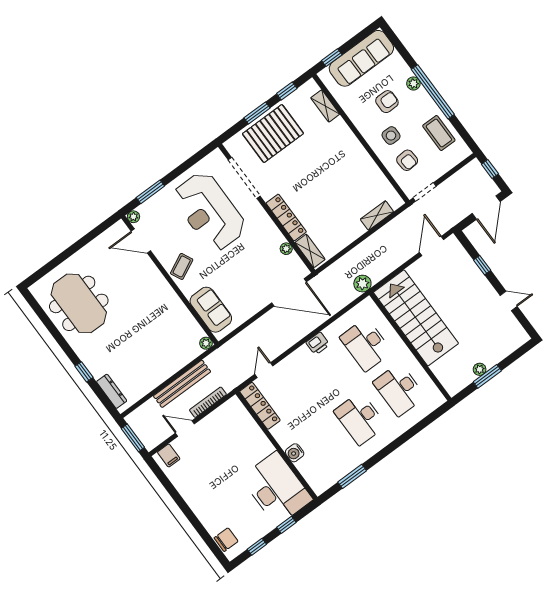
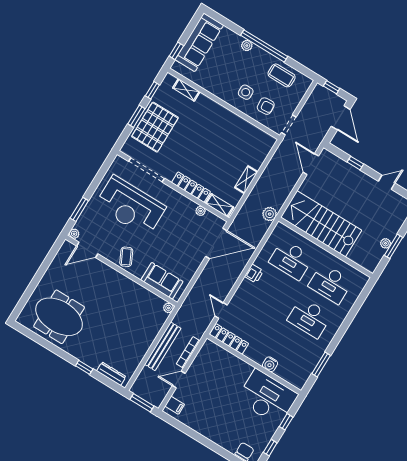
armchair: (387, 102) -> (232, 67), removed
shelving: (377, 215) -> (246, 180), moved

